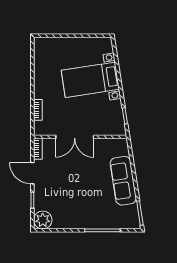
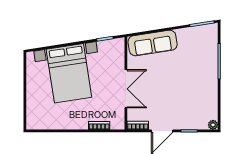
bed with nightstands: (90, 80) -> (69, 73), width x1.36
sofa: (123, 181) -> (153, 43), moved
plant: (43, 220) -> (213, 125), width x0.53, depth x0.53

